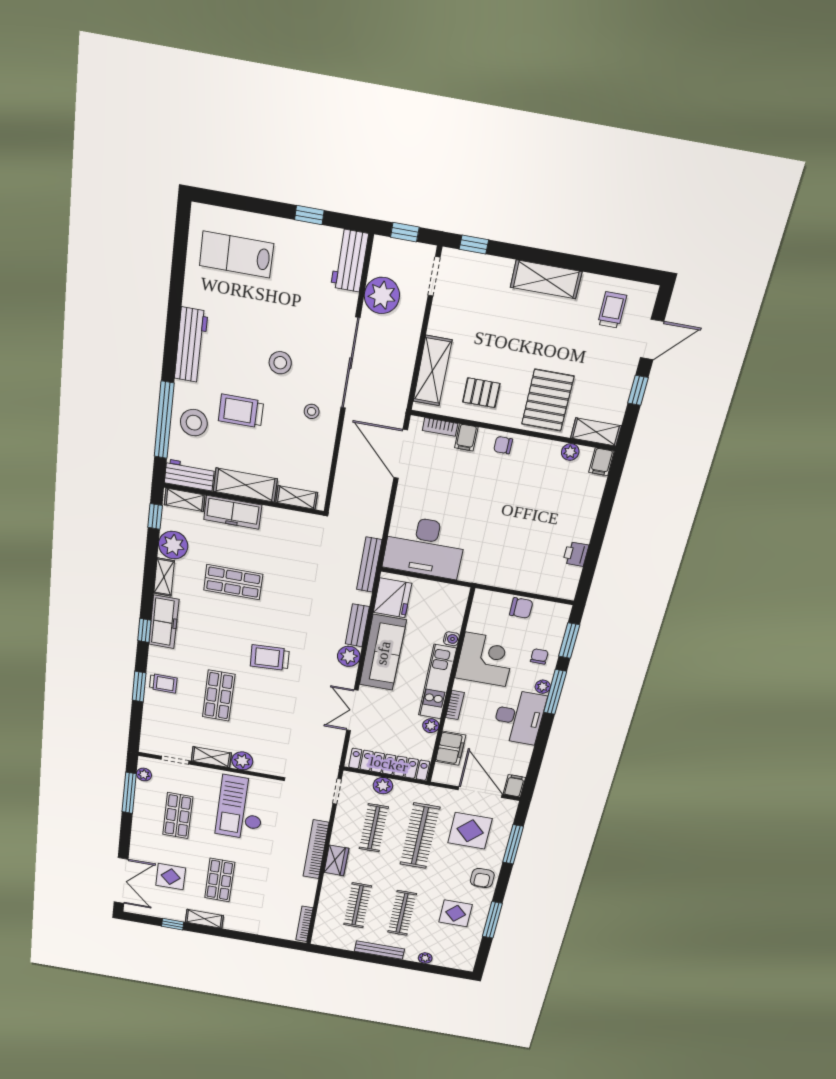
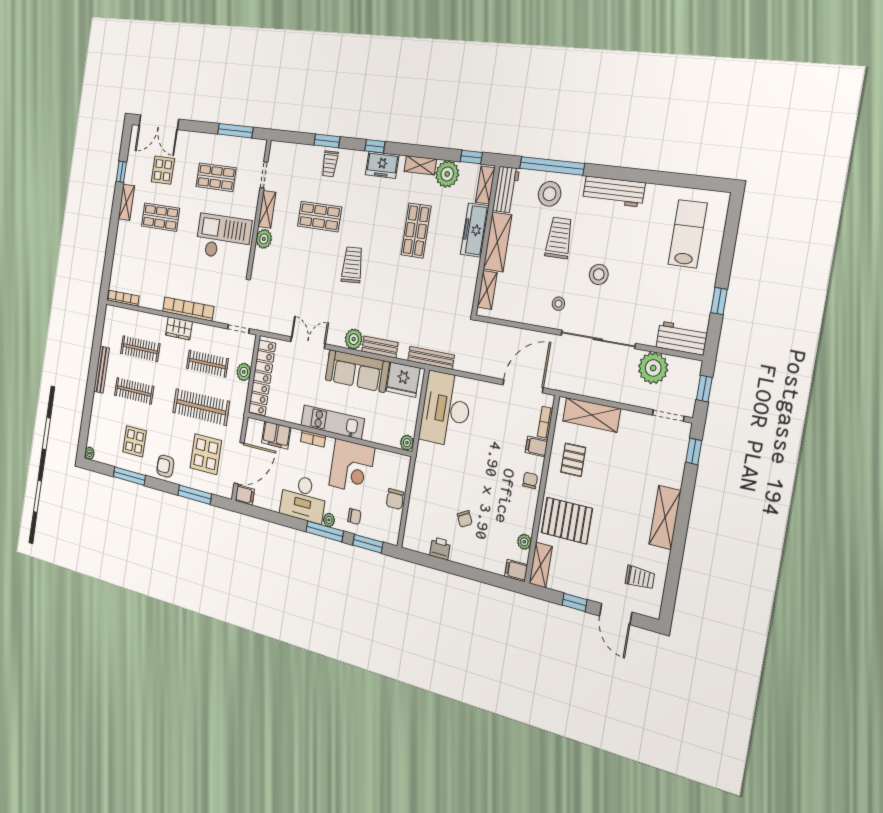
chair: (544, 524) -> (465, 519), added
freezer: (164, 622) -> (382, 165), width x0.71
water cooler: (451, 639) -> (369, 435), removed
plant: (431, 726) -> (407, 443), moved
plant: (144, 775) -> (251, 145), removed
plant: (425, 958) -> (89, 453), moved

